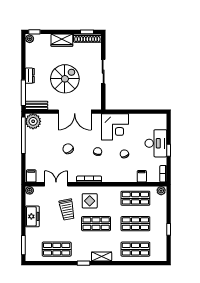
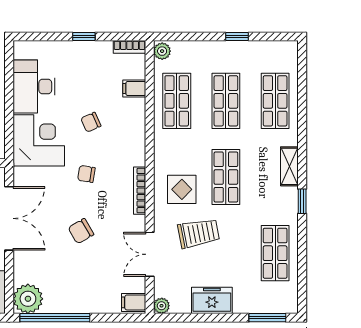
desk: (156, 143) -> (34, 86), moved, turned -90

